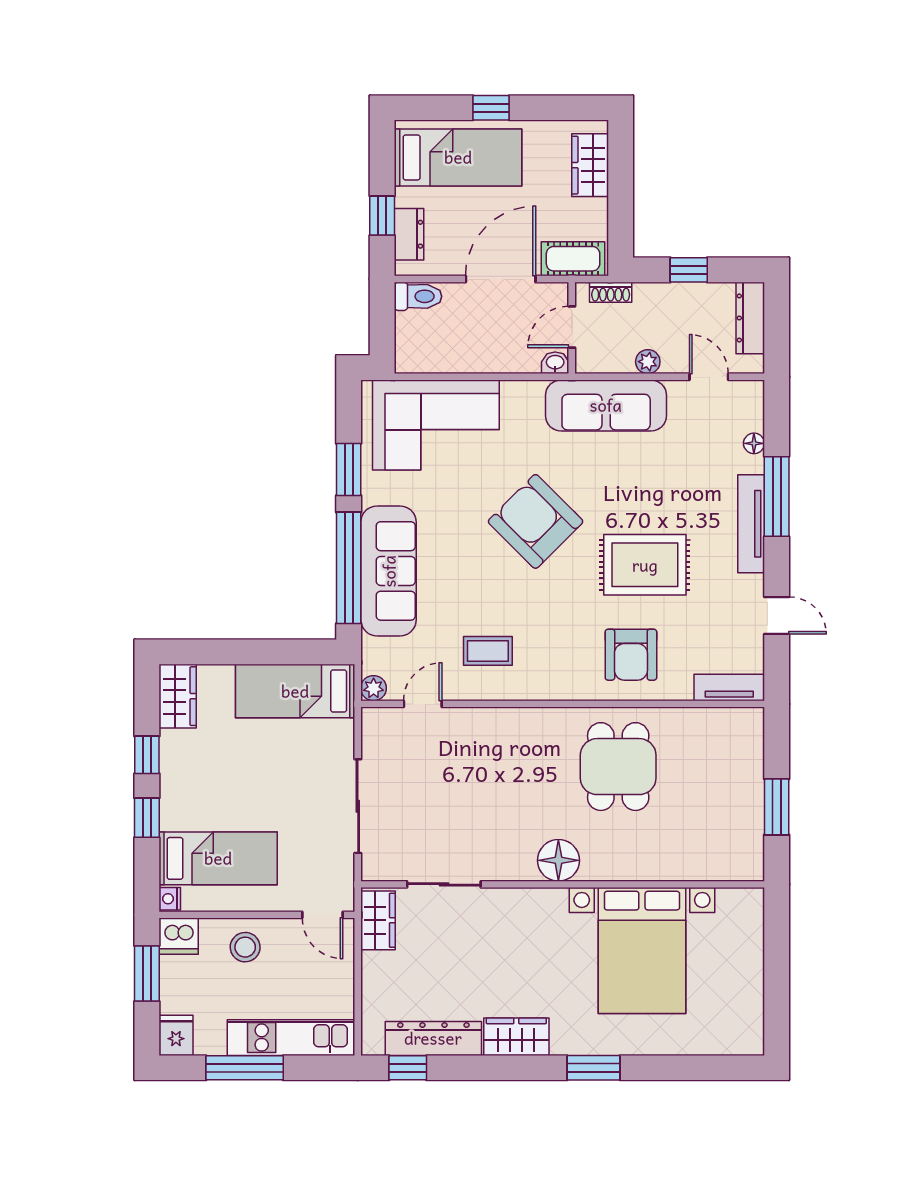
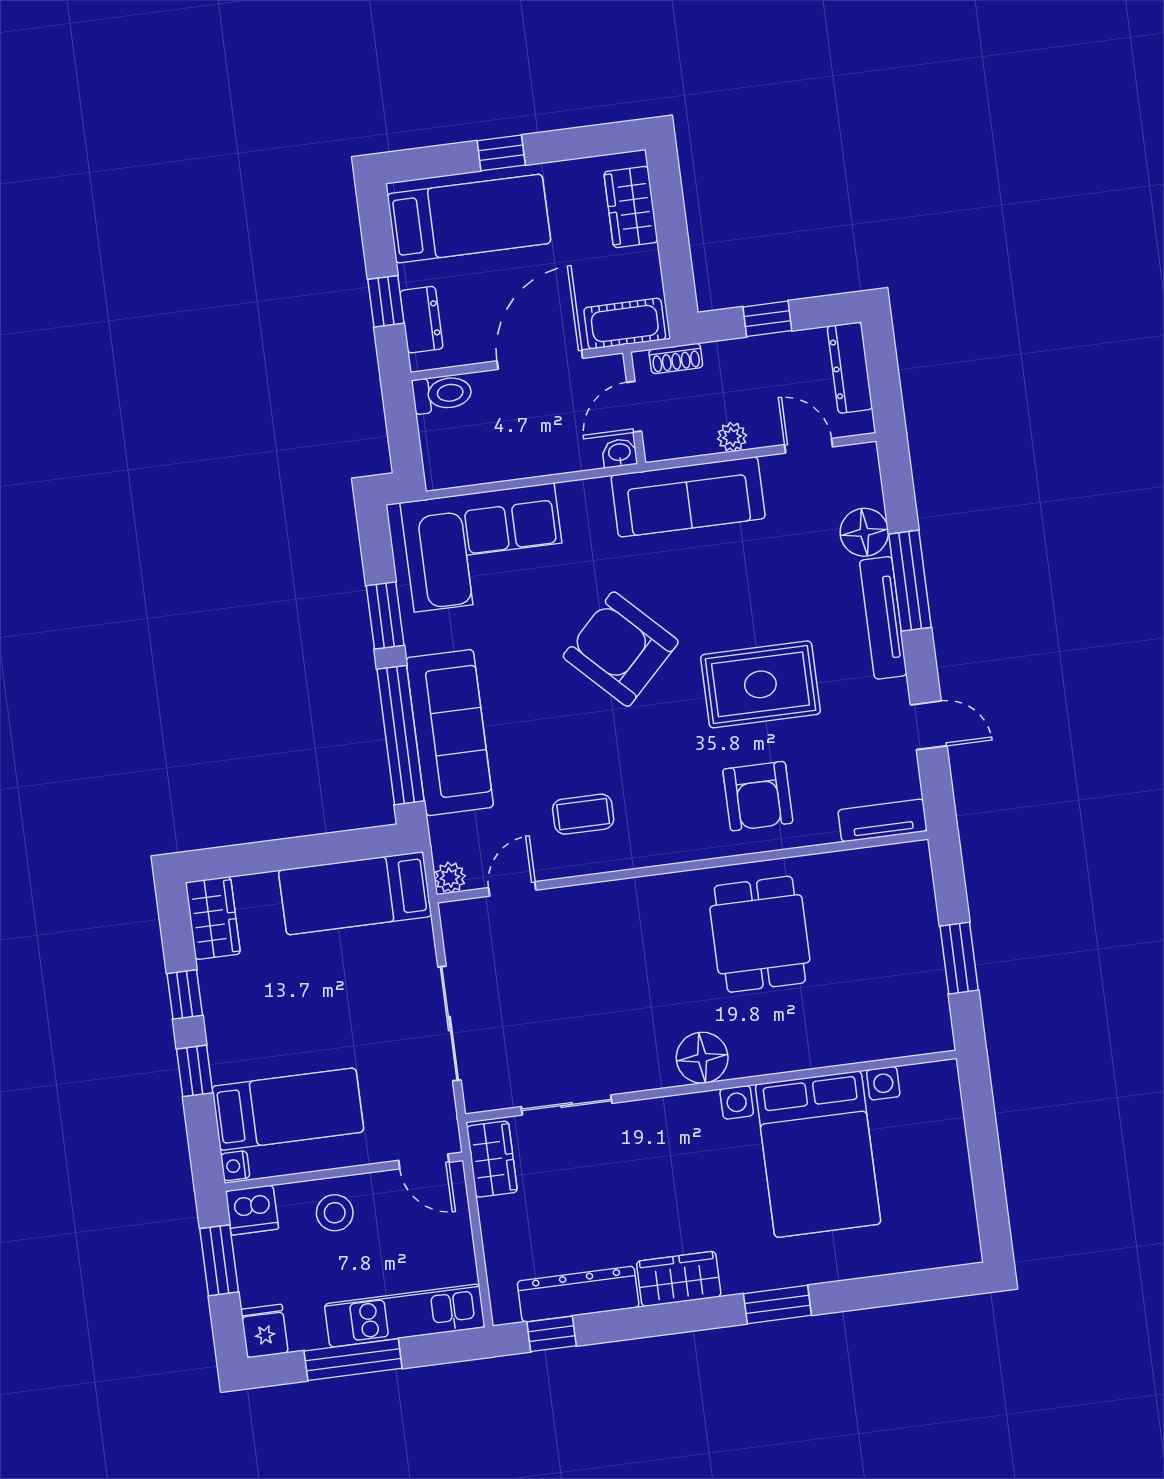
floor lamp: (754, 443) -> (864, 532), width x1.89, depth x1.89

